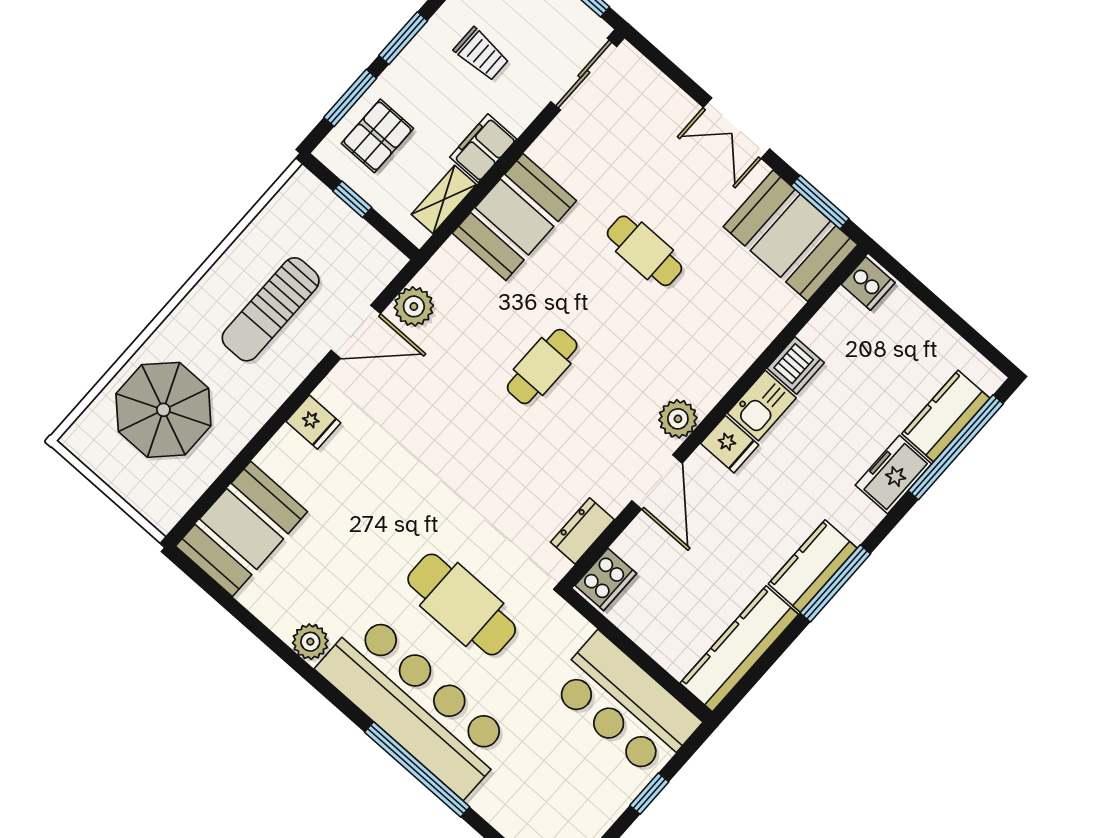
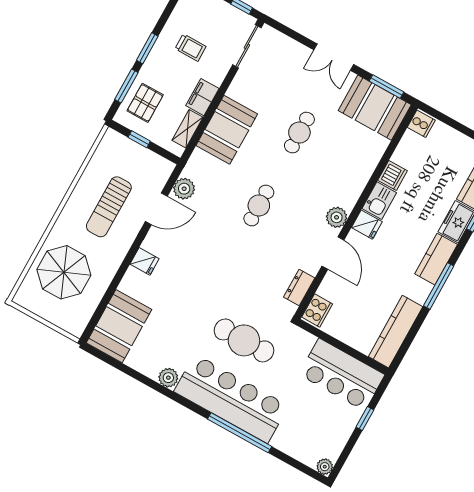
cafe table: (644, 251) -> (299, 133), turned 90
kitchen counter: (813, 566) -> (436, 259), moved

